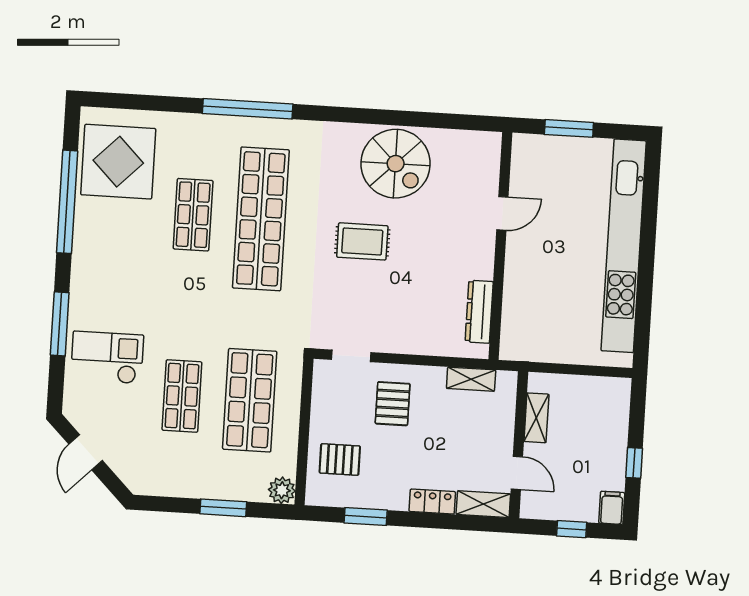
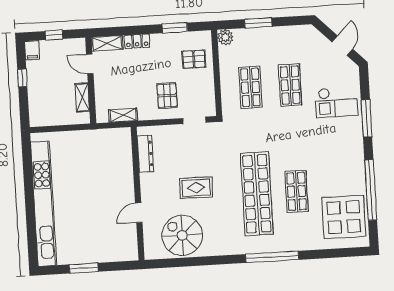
door: (502, 213) -> (139, 213), moved
wall: (500, 246) -> (138, 194), moved
dresser: (479, 312) -> (145, 154), moved
shop shelf: (250, 400) -> (250, 87), width x0.70, depth x0.74

